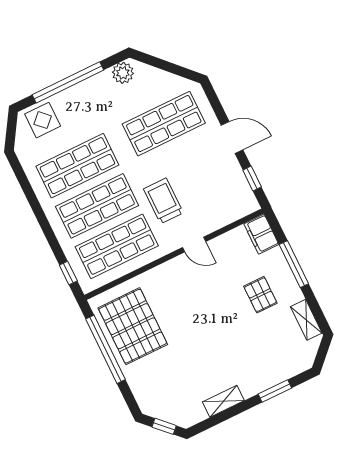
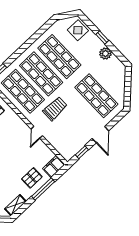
plant: (123, 73) -> (105, 53), moved
window: (68, 82) -> (102, 37), width x0.32
pallet: (260, 295) -> (32, 178), moved

